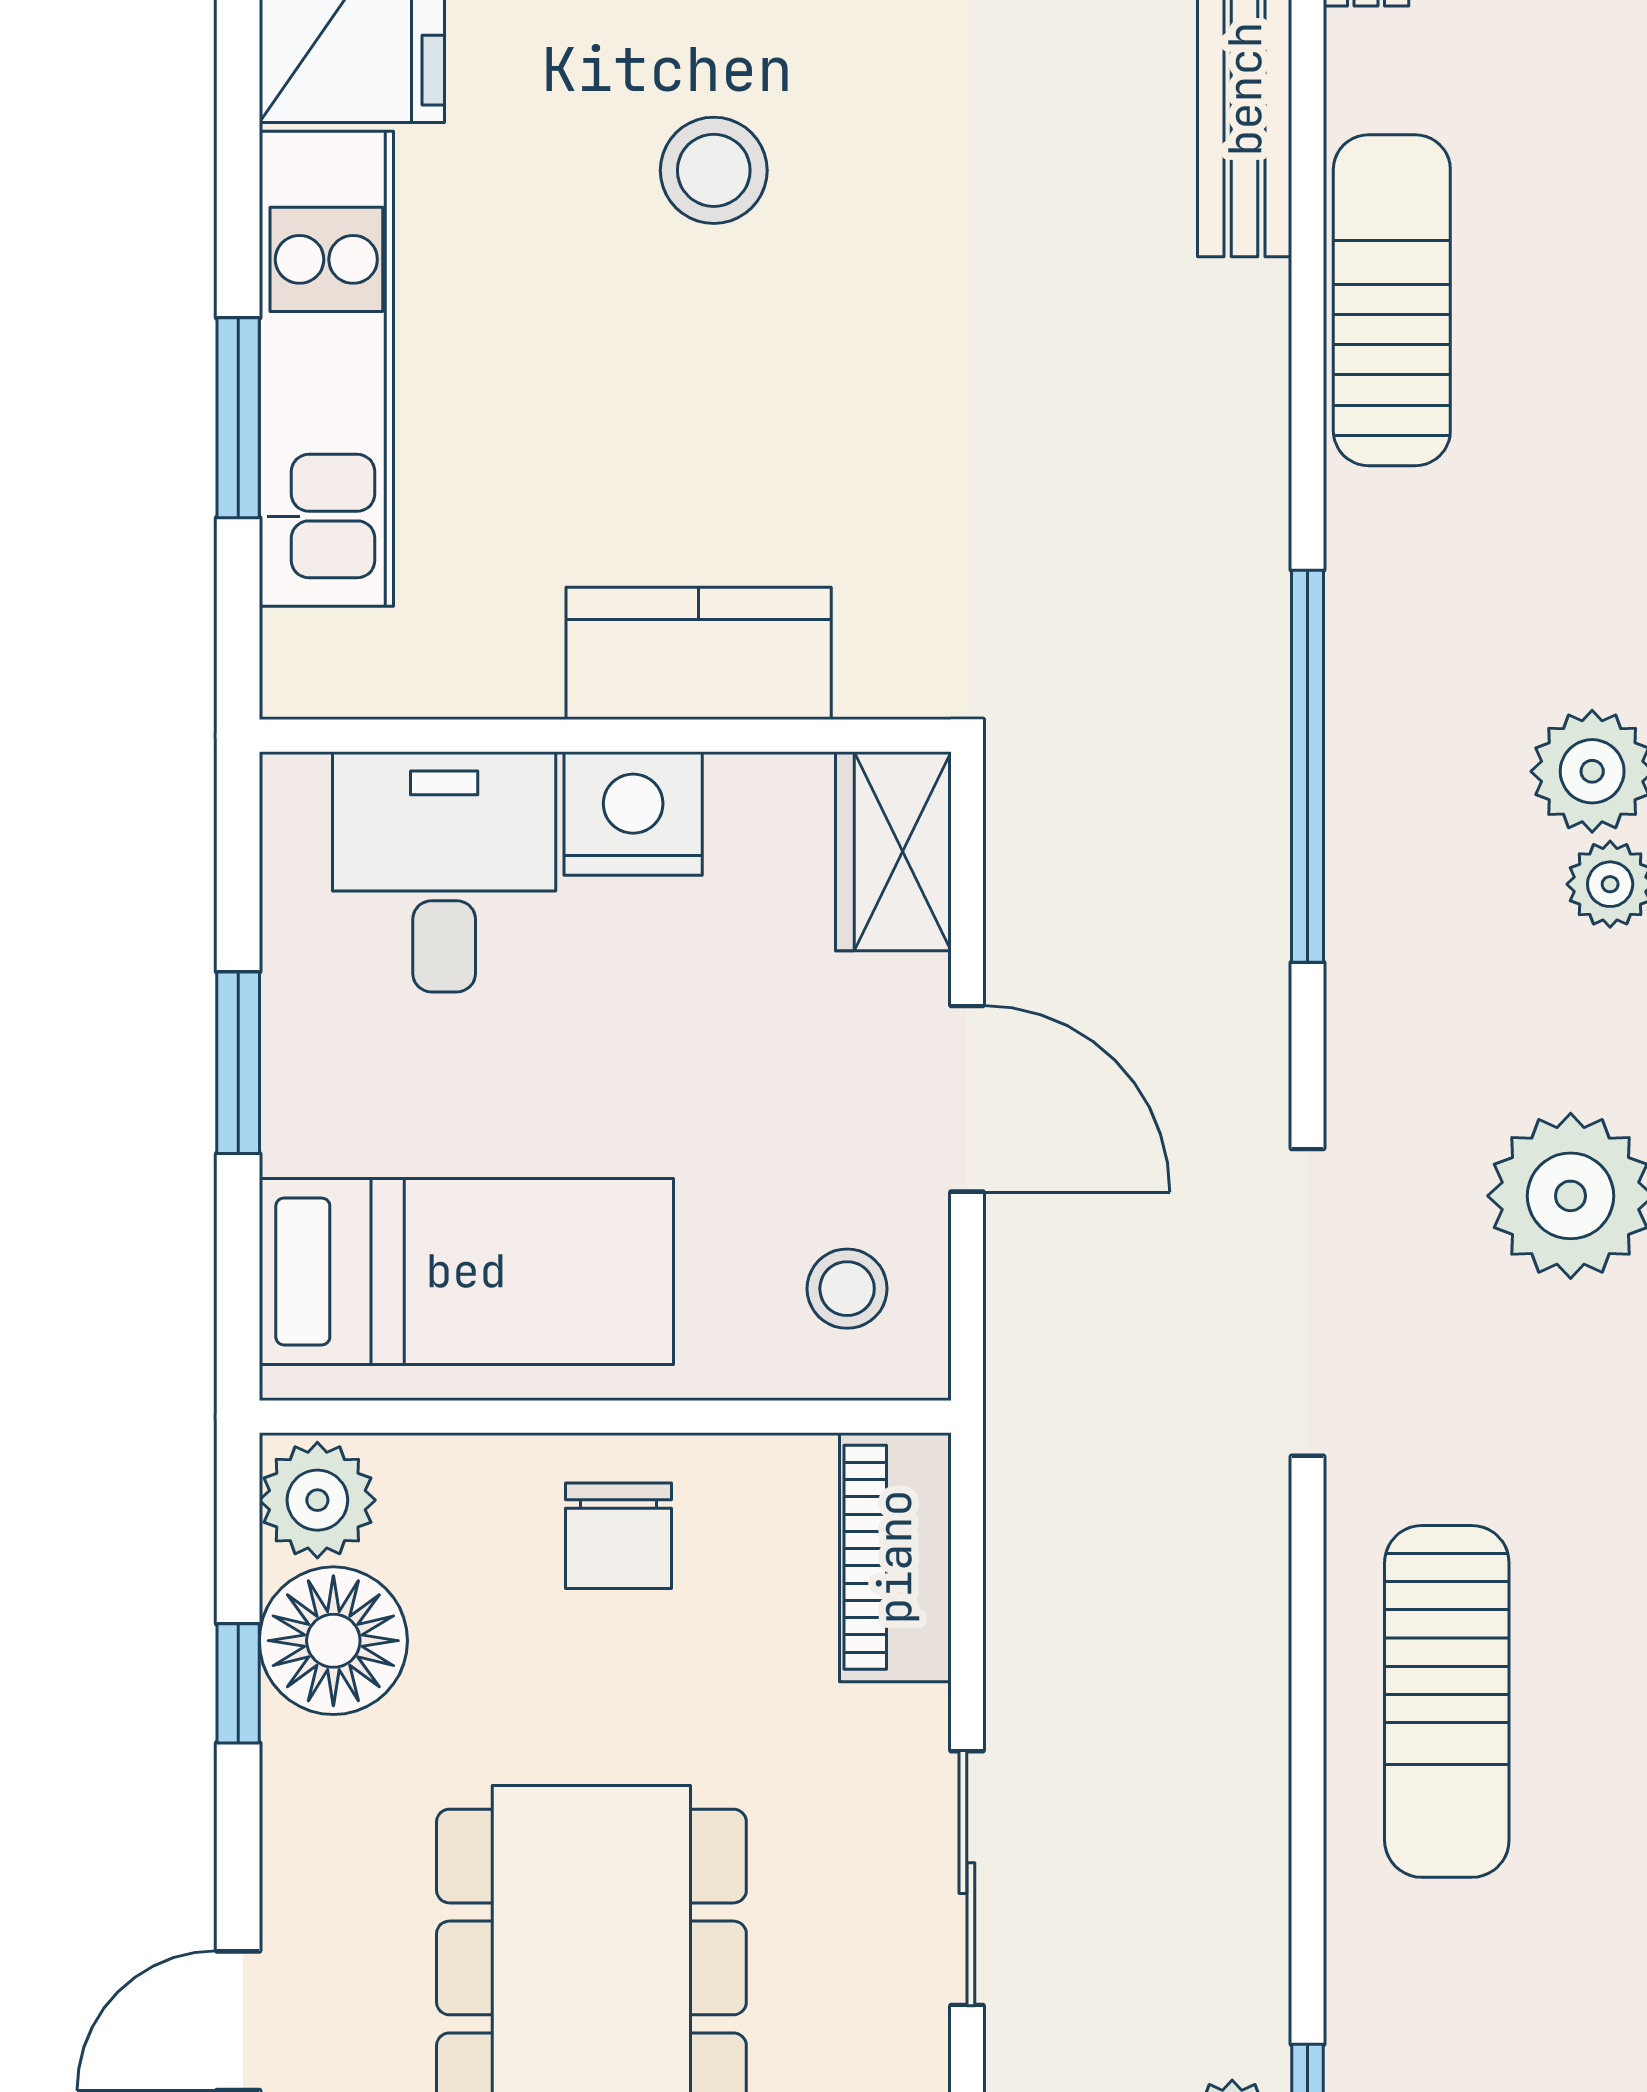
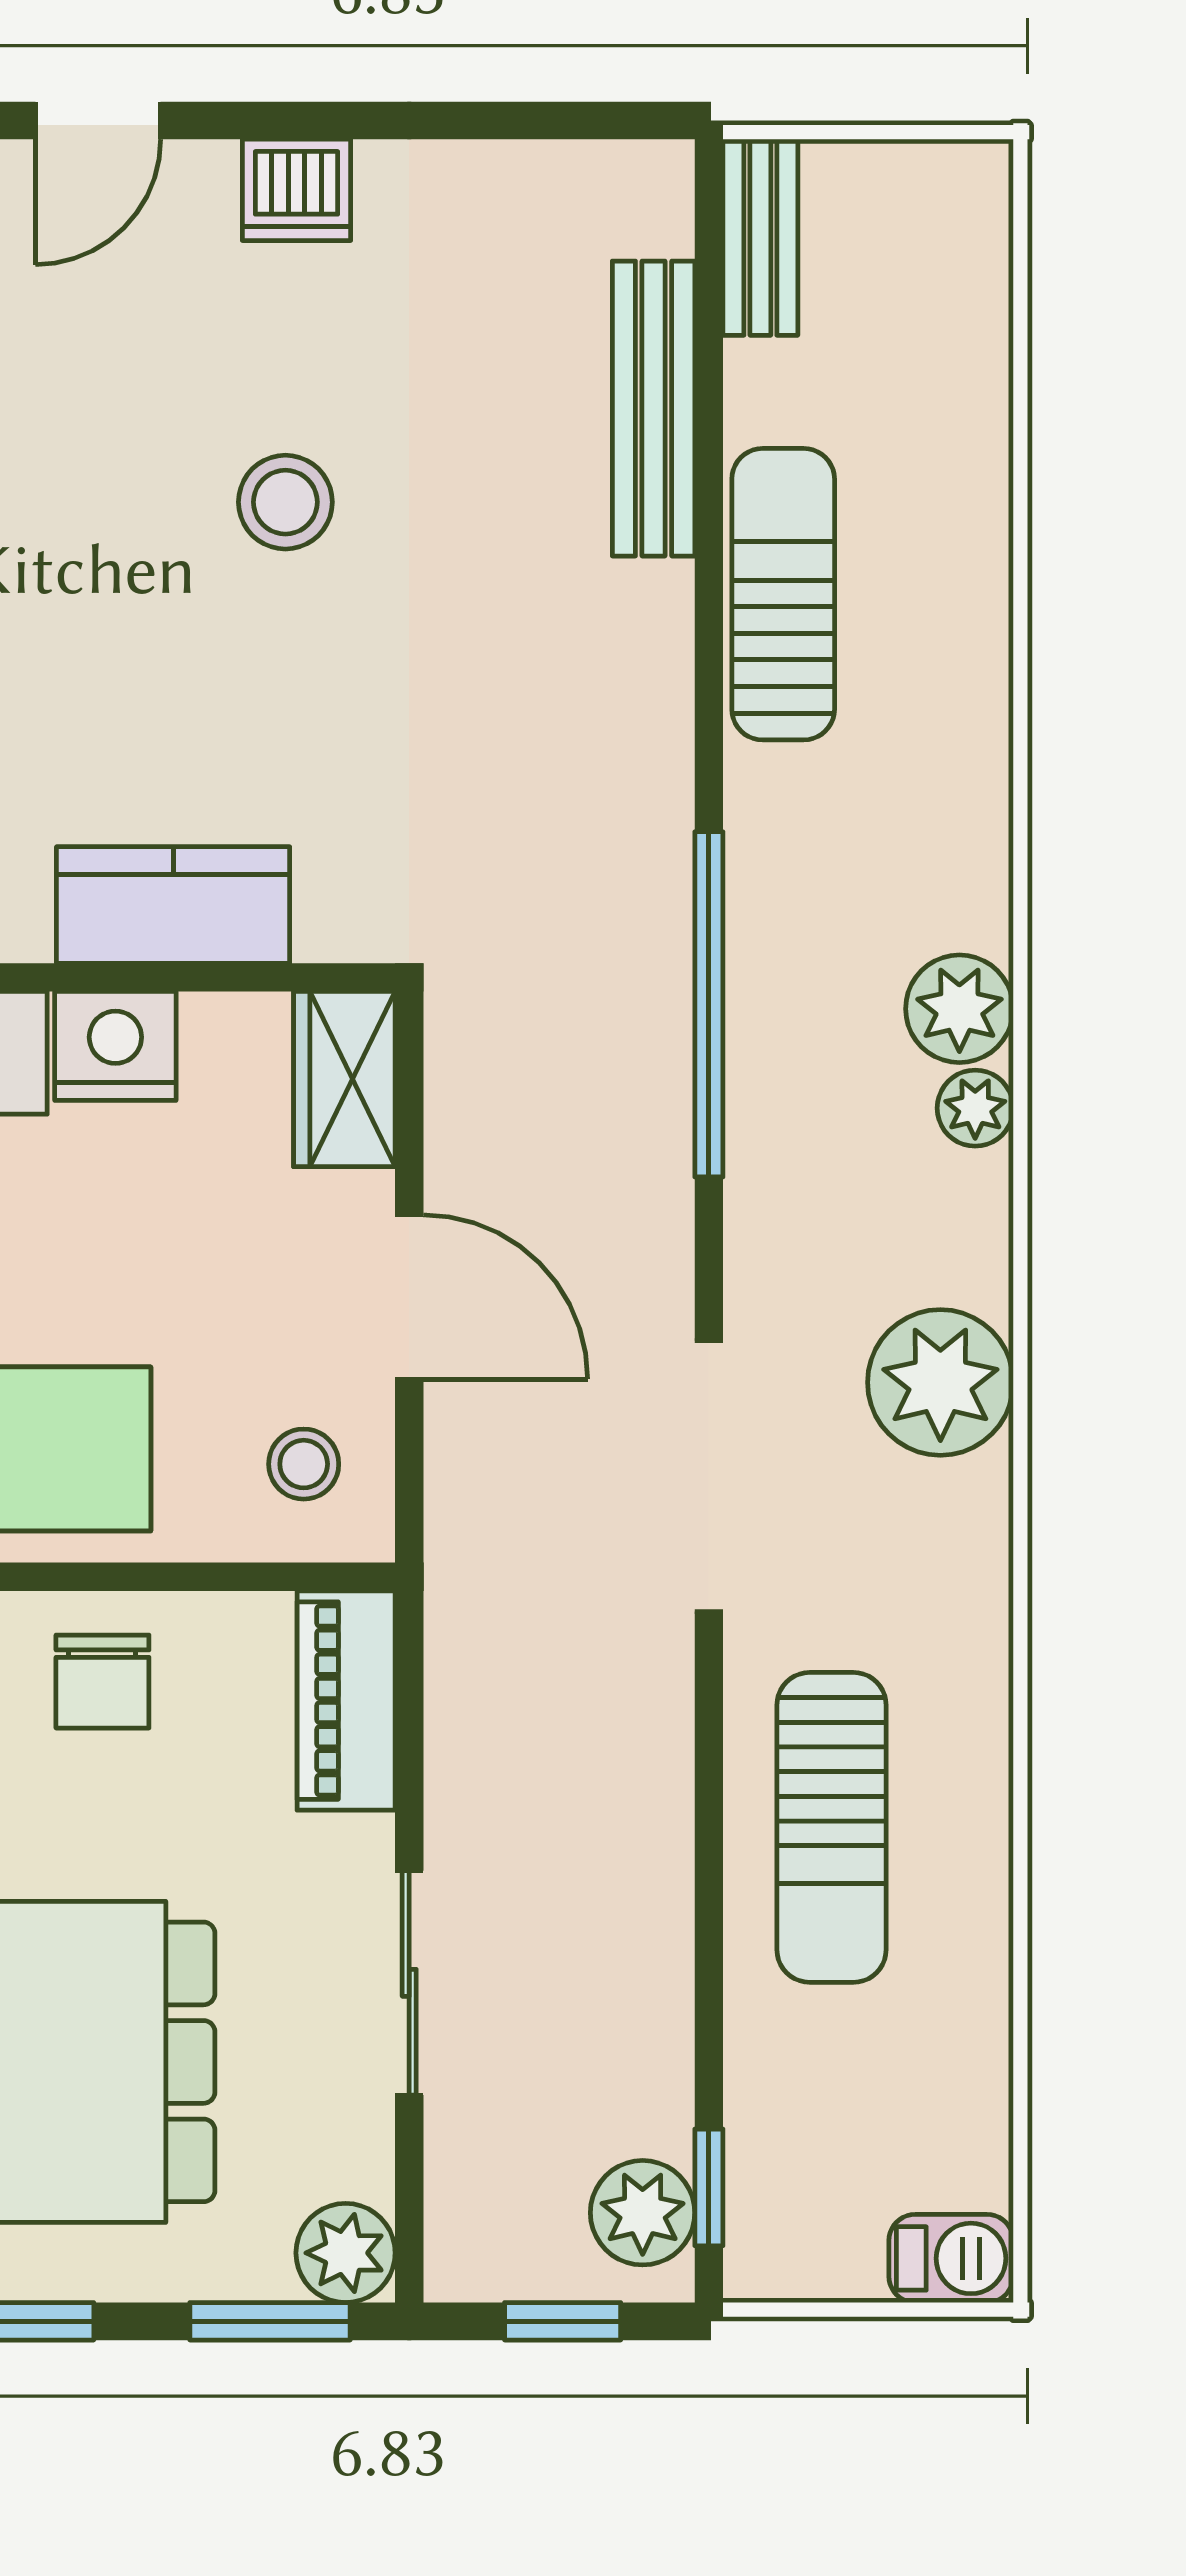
stool: (714, 170) -> (285, 502), moved

